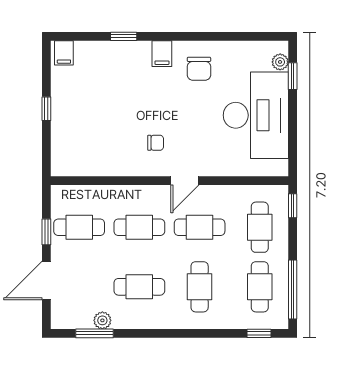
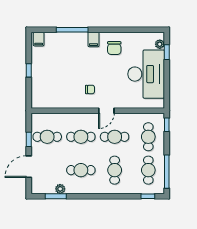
window: (124, 36) -> (72, 30), width x2.17

